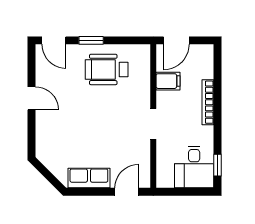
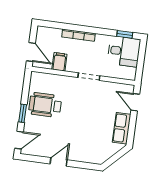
wheelchair: (107, 69) -> (45, 105), turned 90

